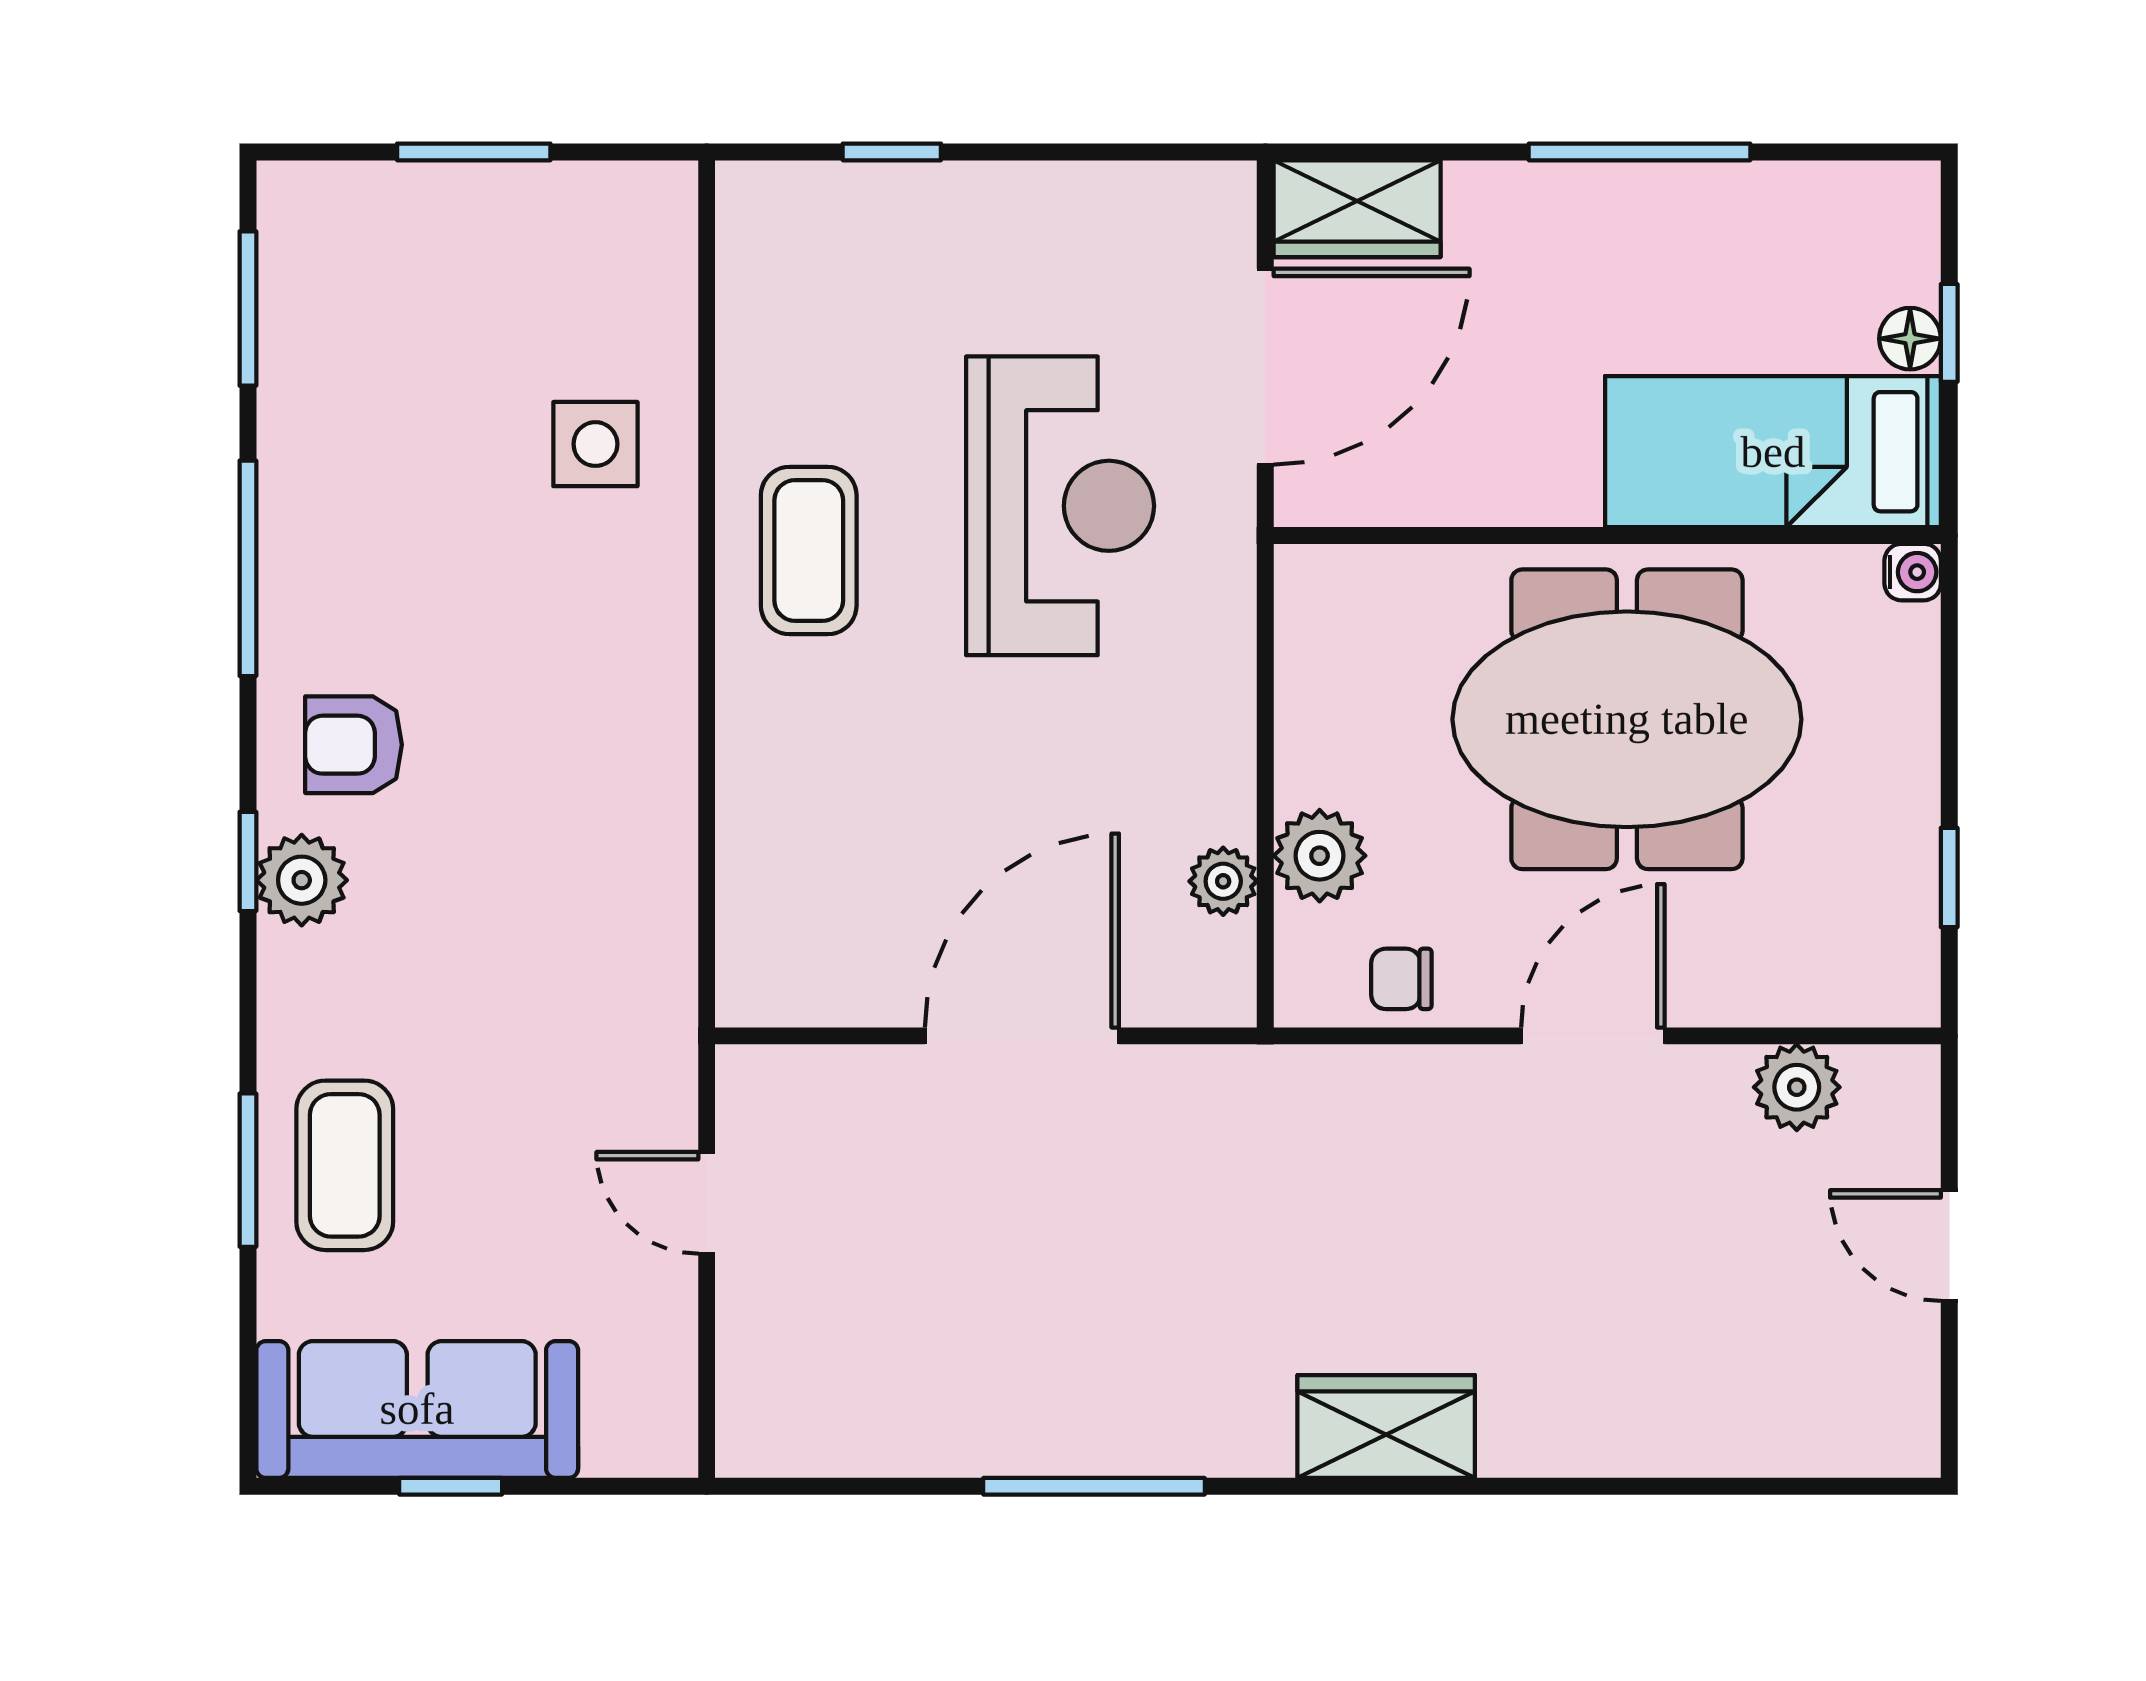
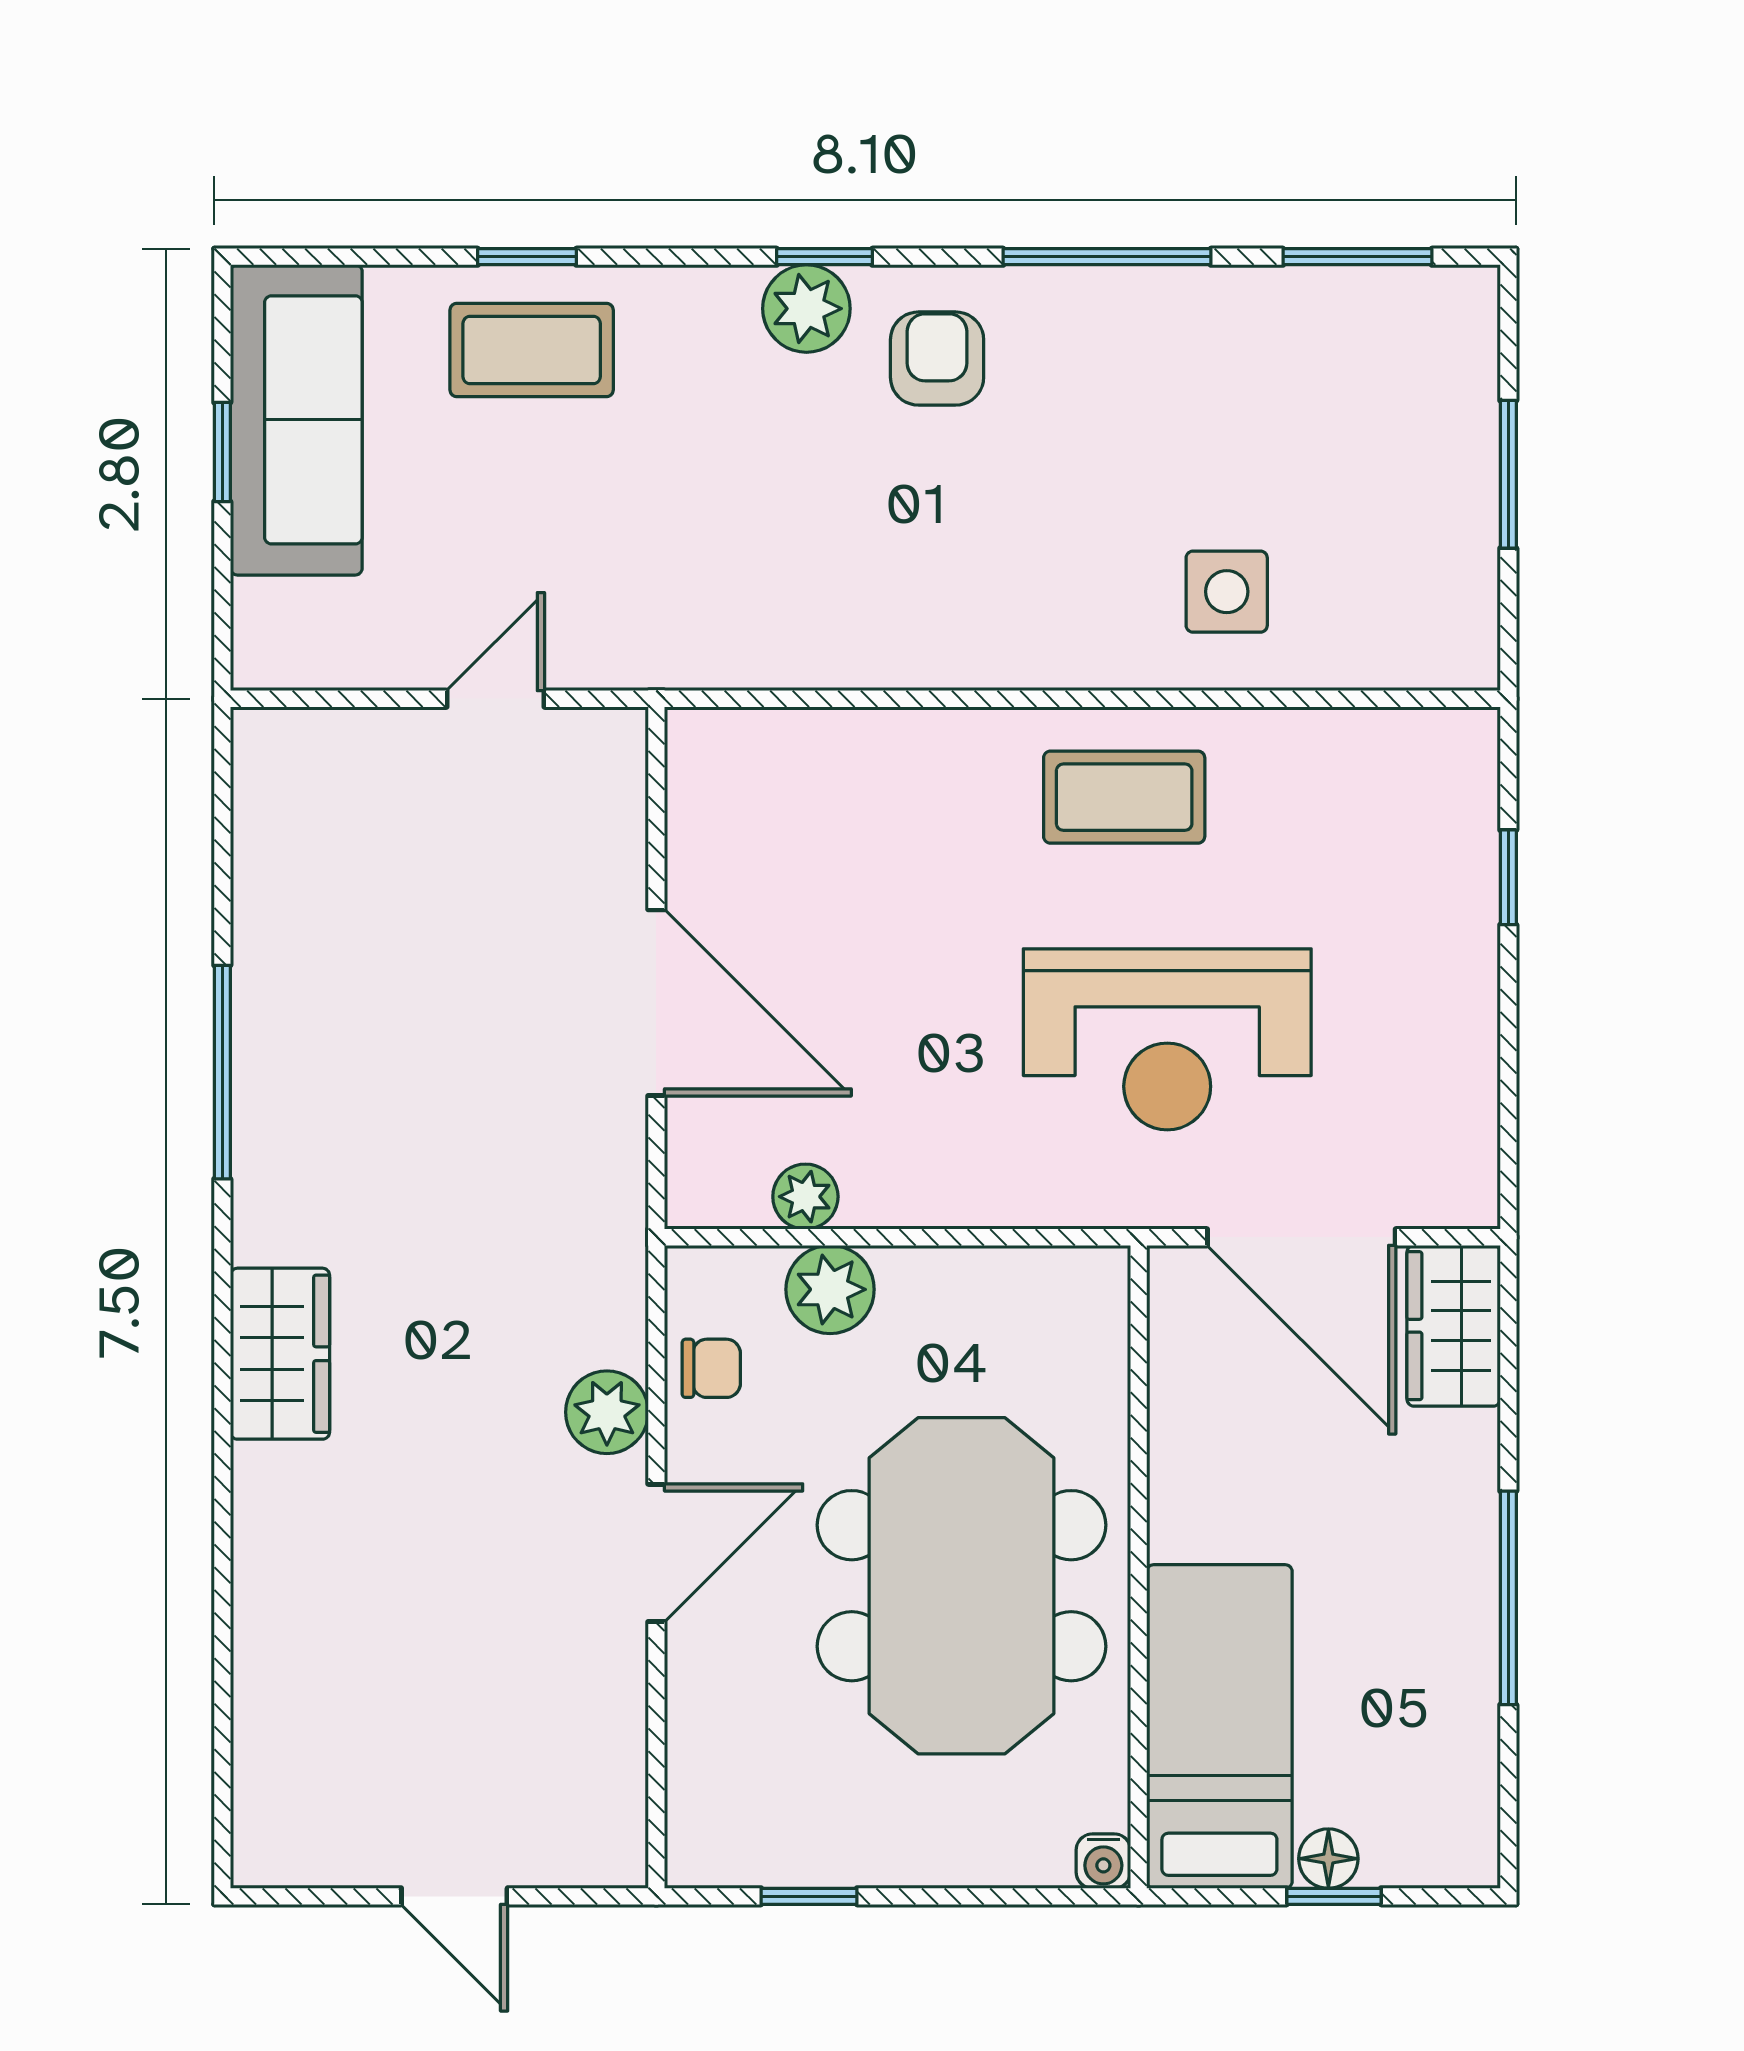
chair: (1401, 979) -> (711, 1368), turned 90
door: (1593, 1036) -> (656, 1553), hinge flipped
plant: (1797, 1087) -> (607, 1412), moved
window: (248, 1170) -> (527, 257), width x0.67
door: (1949, 1246) -> (454, 1896), swing flipped

